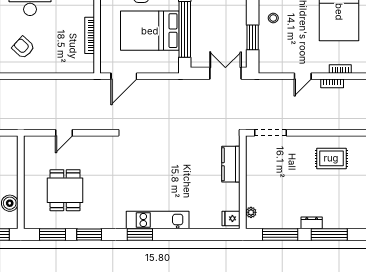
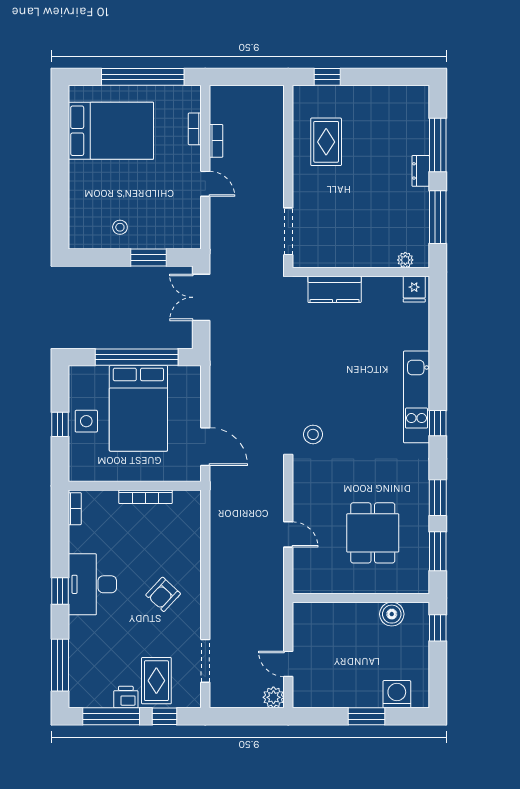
stool: (132, 150) -> (313, 434), added
dining table: (65, 190) -> (373, 533), turned 90
window: (140, 235) -> (438, 423), width x0.67

